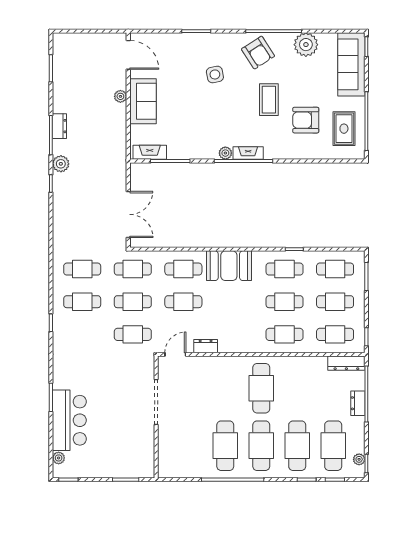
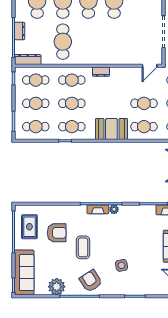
dresser: (206, 346) -> (101, 72), moved
cafe table: (261, 388) -> (63, 42), moved

